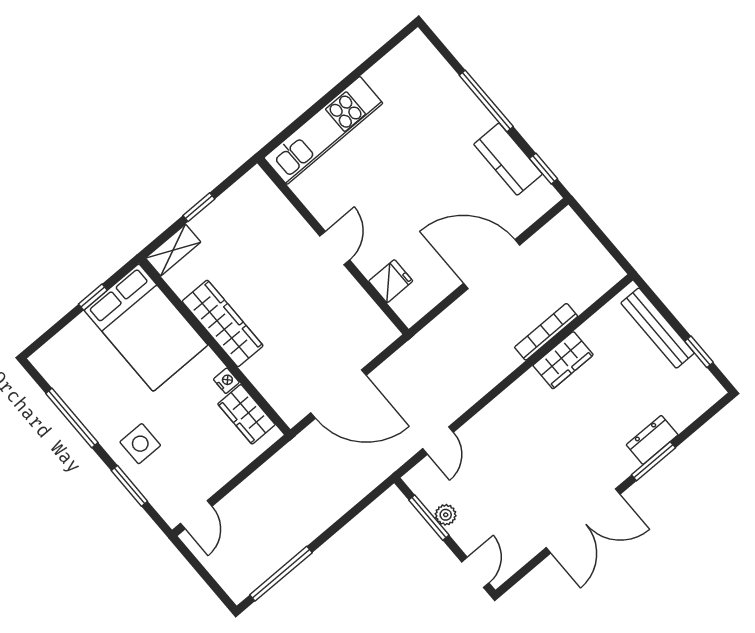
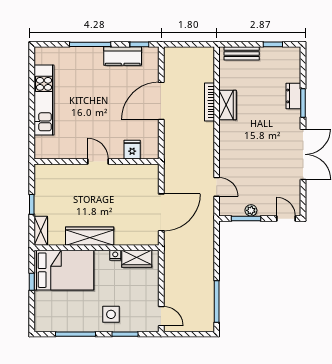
kitchen unit: (323, 130) -> (44, 100), moved
bench: (658, 328) -> (242, 53), width x0.73

